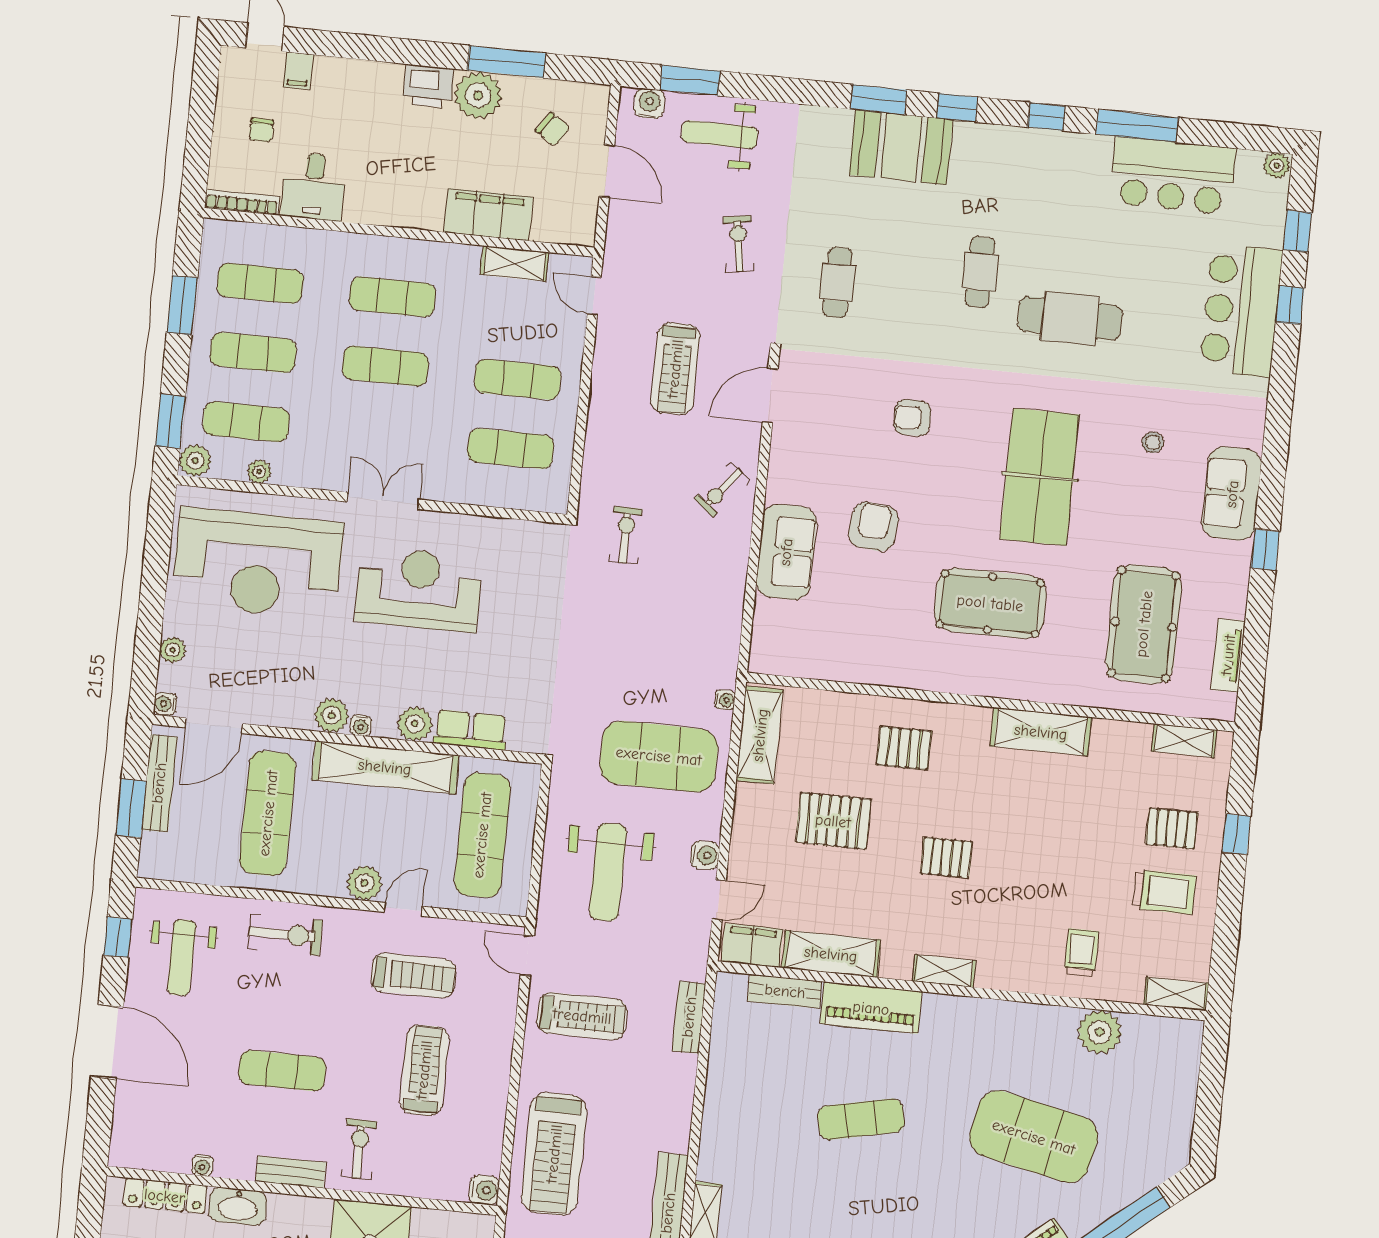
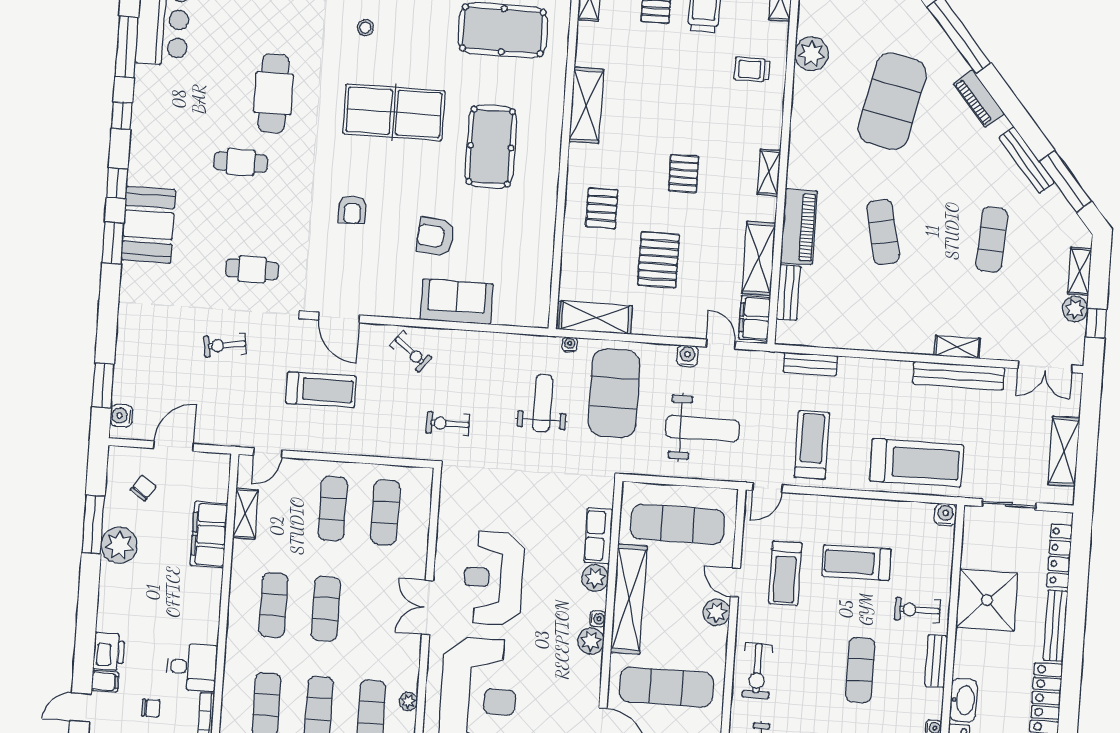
printer: (428, 86) -> (109, 652), moved
weight bench: (720, 135) -> (543, 403), moved, turned 180
exercise bike: (285, 934) -> (757, 671), turned 180
treadmill: (413, 976) -> (785, 573), turned 180

